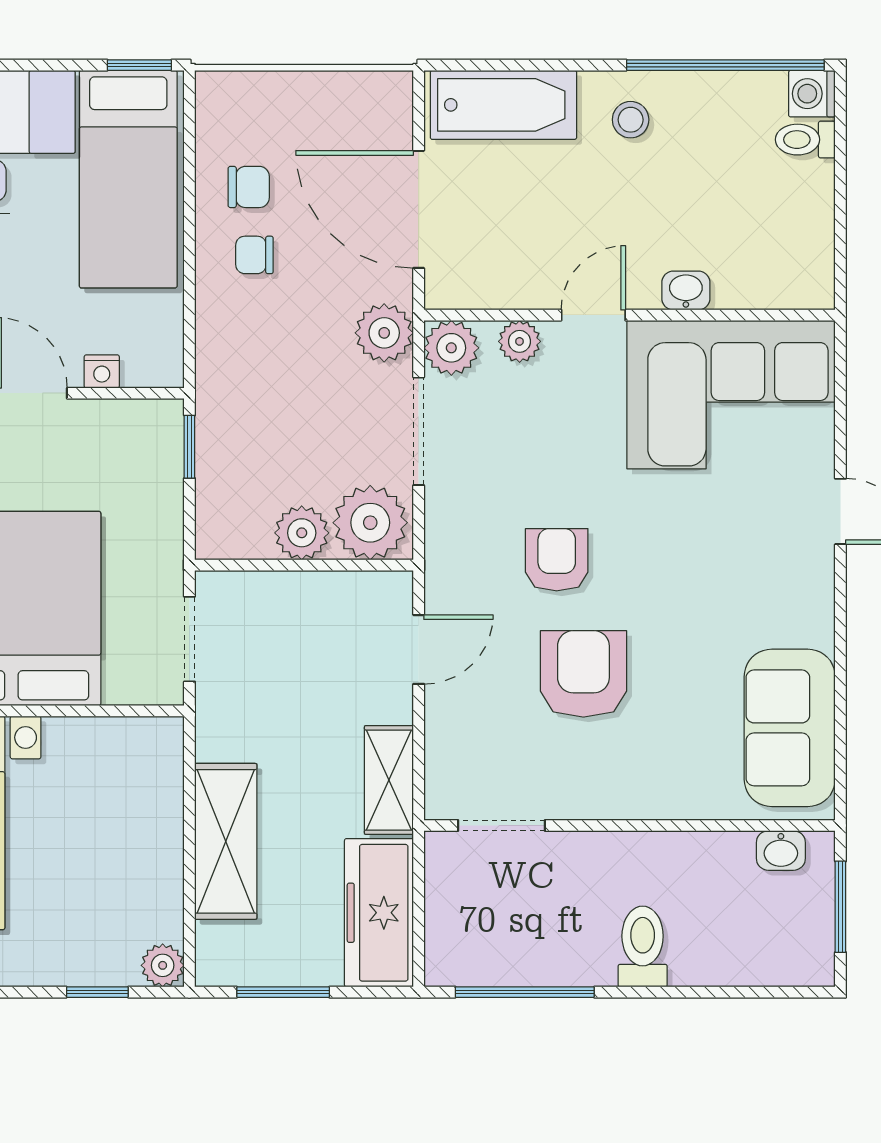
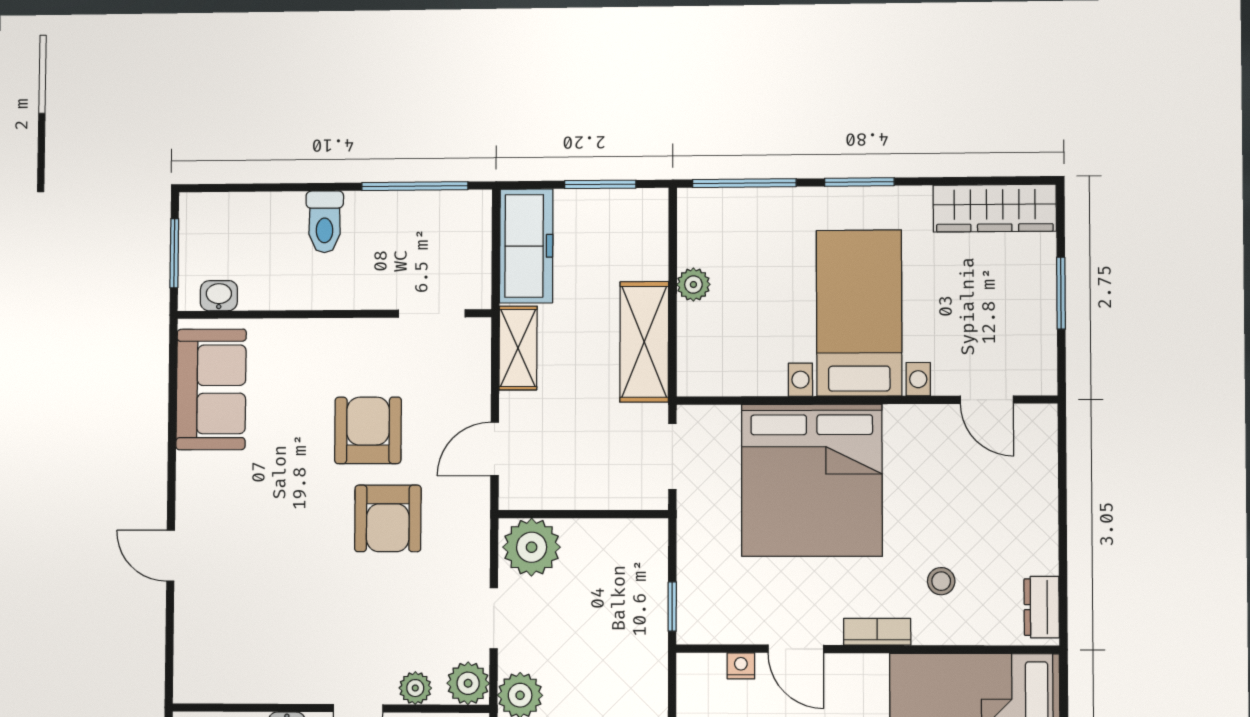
corner sofa: (731, 395) -> (253, 646), removed
doorway: (419, 431) -> (494, 618), width x0.73
plant: (302, 533) -> (585, 539), removed
armchair: (557, 560) -> (388, 518), width x1.38, depth x1.38
armchair: (583, 674) -> (368, 430), turned 180
shelving: (226, 841) -> (644, 342), moved
plant: (163, 965) -> (693, 285), moved
window: (97, 992) -> (744, 183), width x2.17

